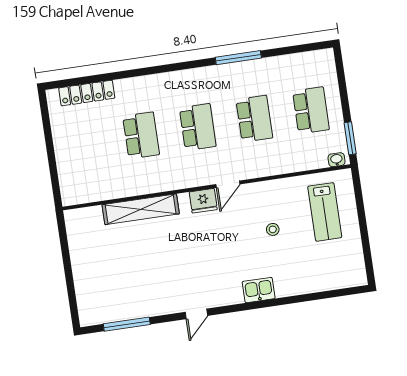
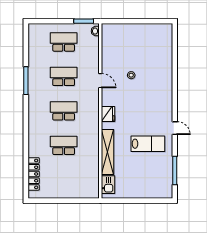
door: (228, 184) -> (100, 81), moved
lab bench: (325, 212) -> (148, 144), moved
kitchen sink: (259, 290) -> (108, 185), moved, turned 180

